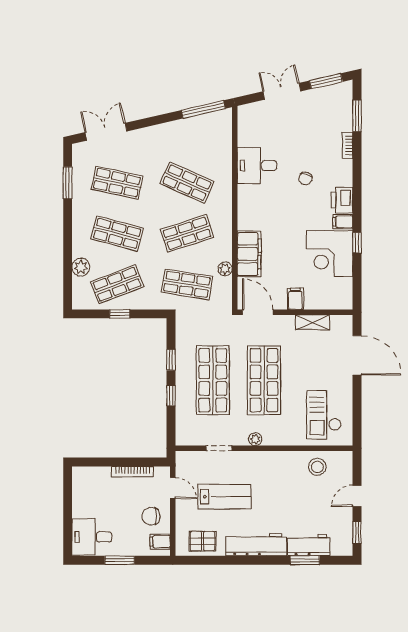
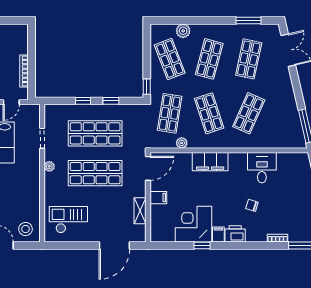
filing cabinet: (249, 254) -> (210, 162), moved
window: (120, 314) -> (147, 87), moved
stool: (317, 467) -> (26, 229), moved

